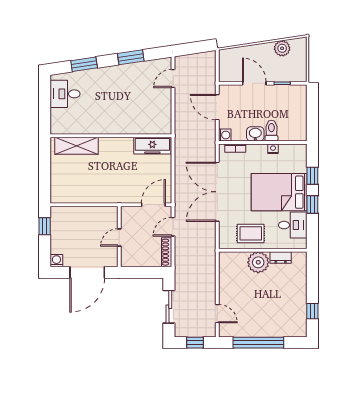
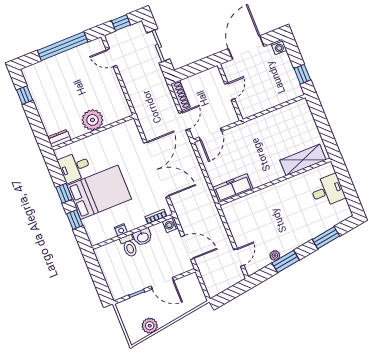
plant: (139, 67) -> (275, 255), added
desk: (65, 94) -> (327, 191), moved
rug: (251, 233) -> (110, 144), removed
dresser: (281, 258) -> (59, 138), moved

